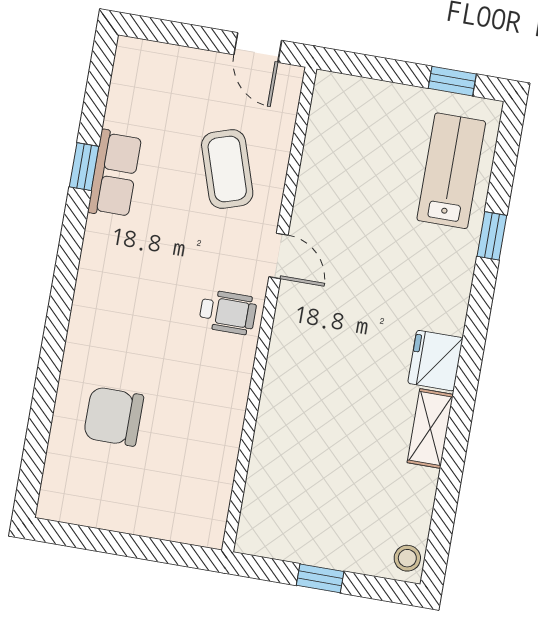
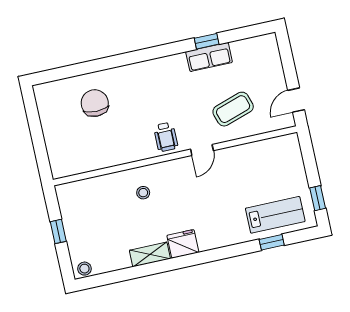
window: (492, 236) -> (272, 242), moved
stool: (313, 395) -> (143, 193), added

